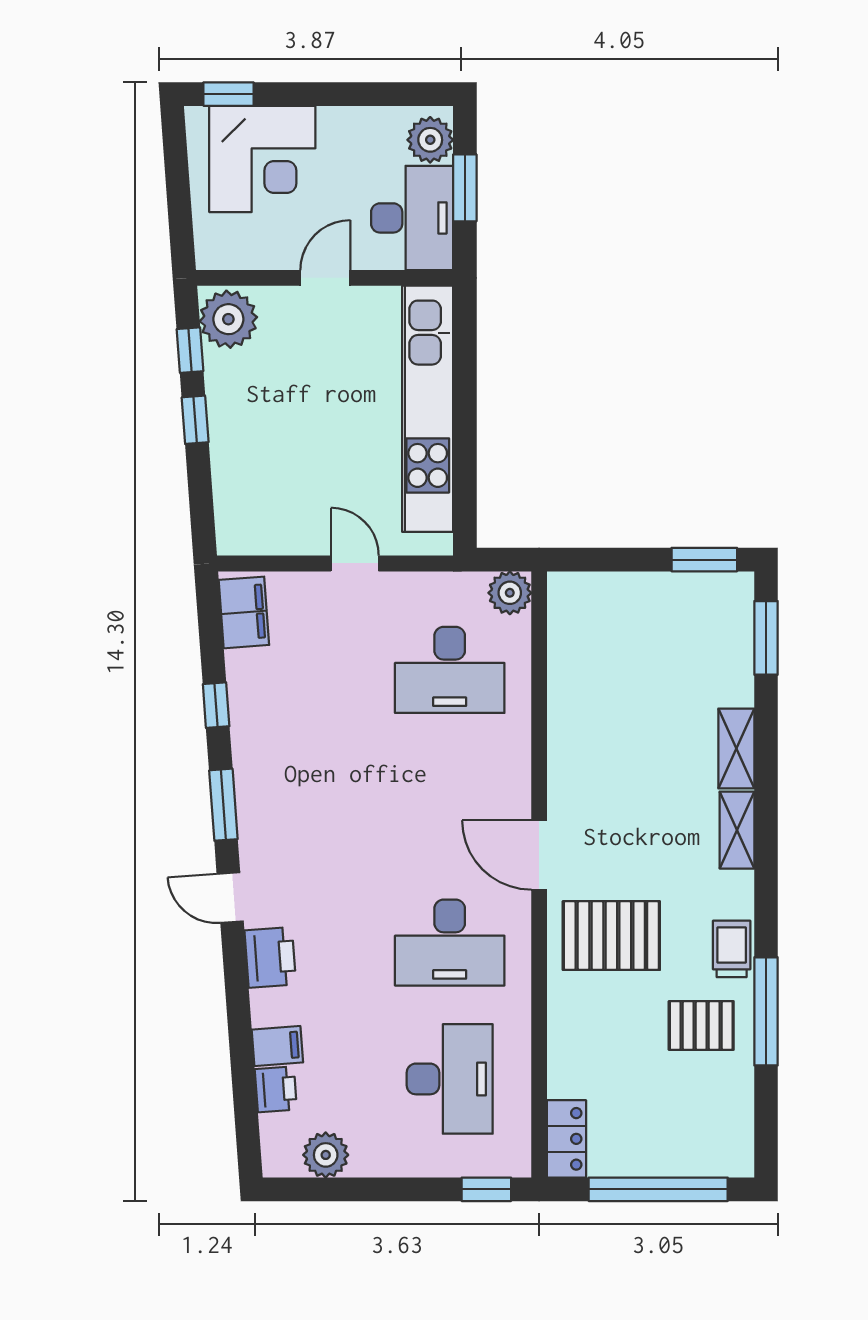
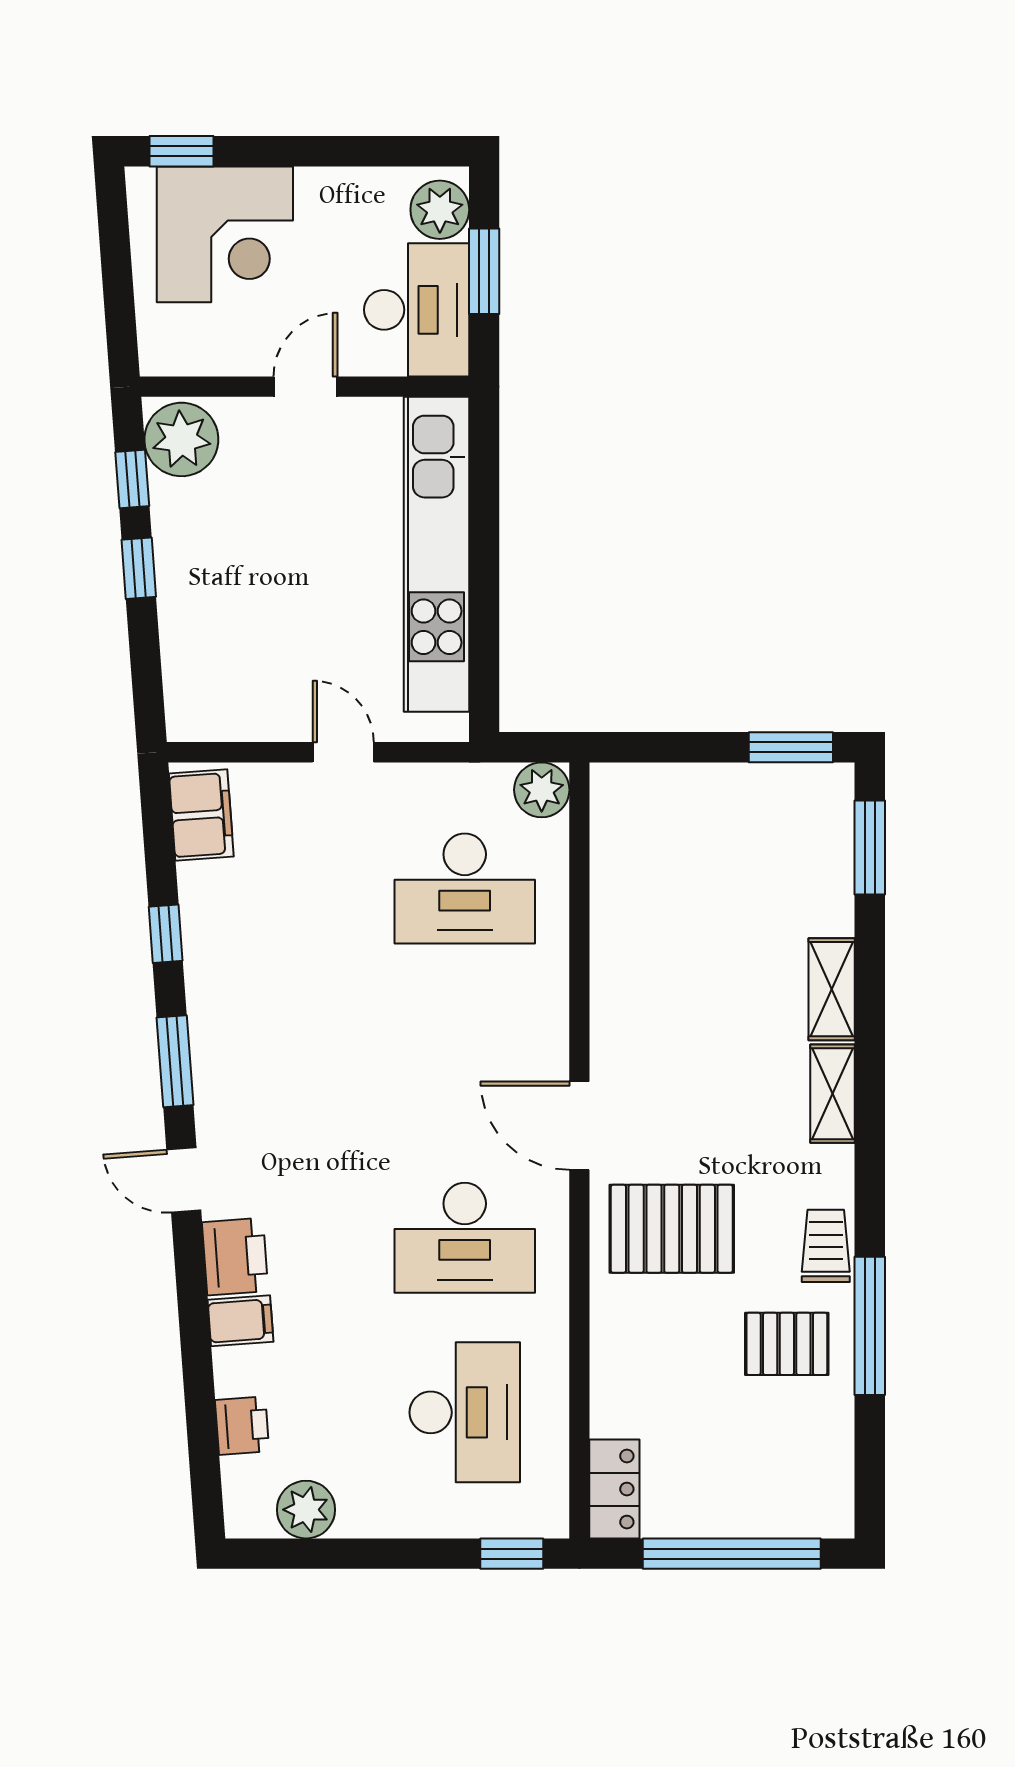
filing cabinet: (277, 1046) -> (240, 1321), moved

